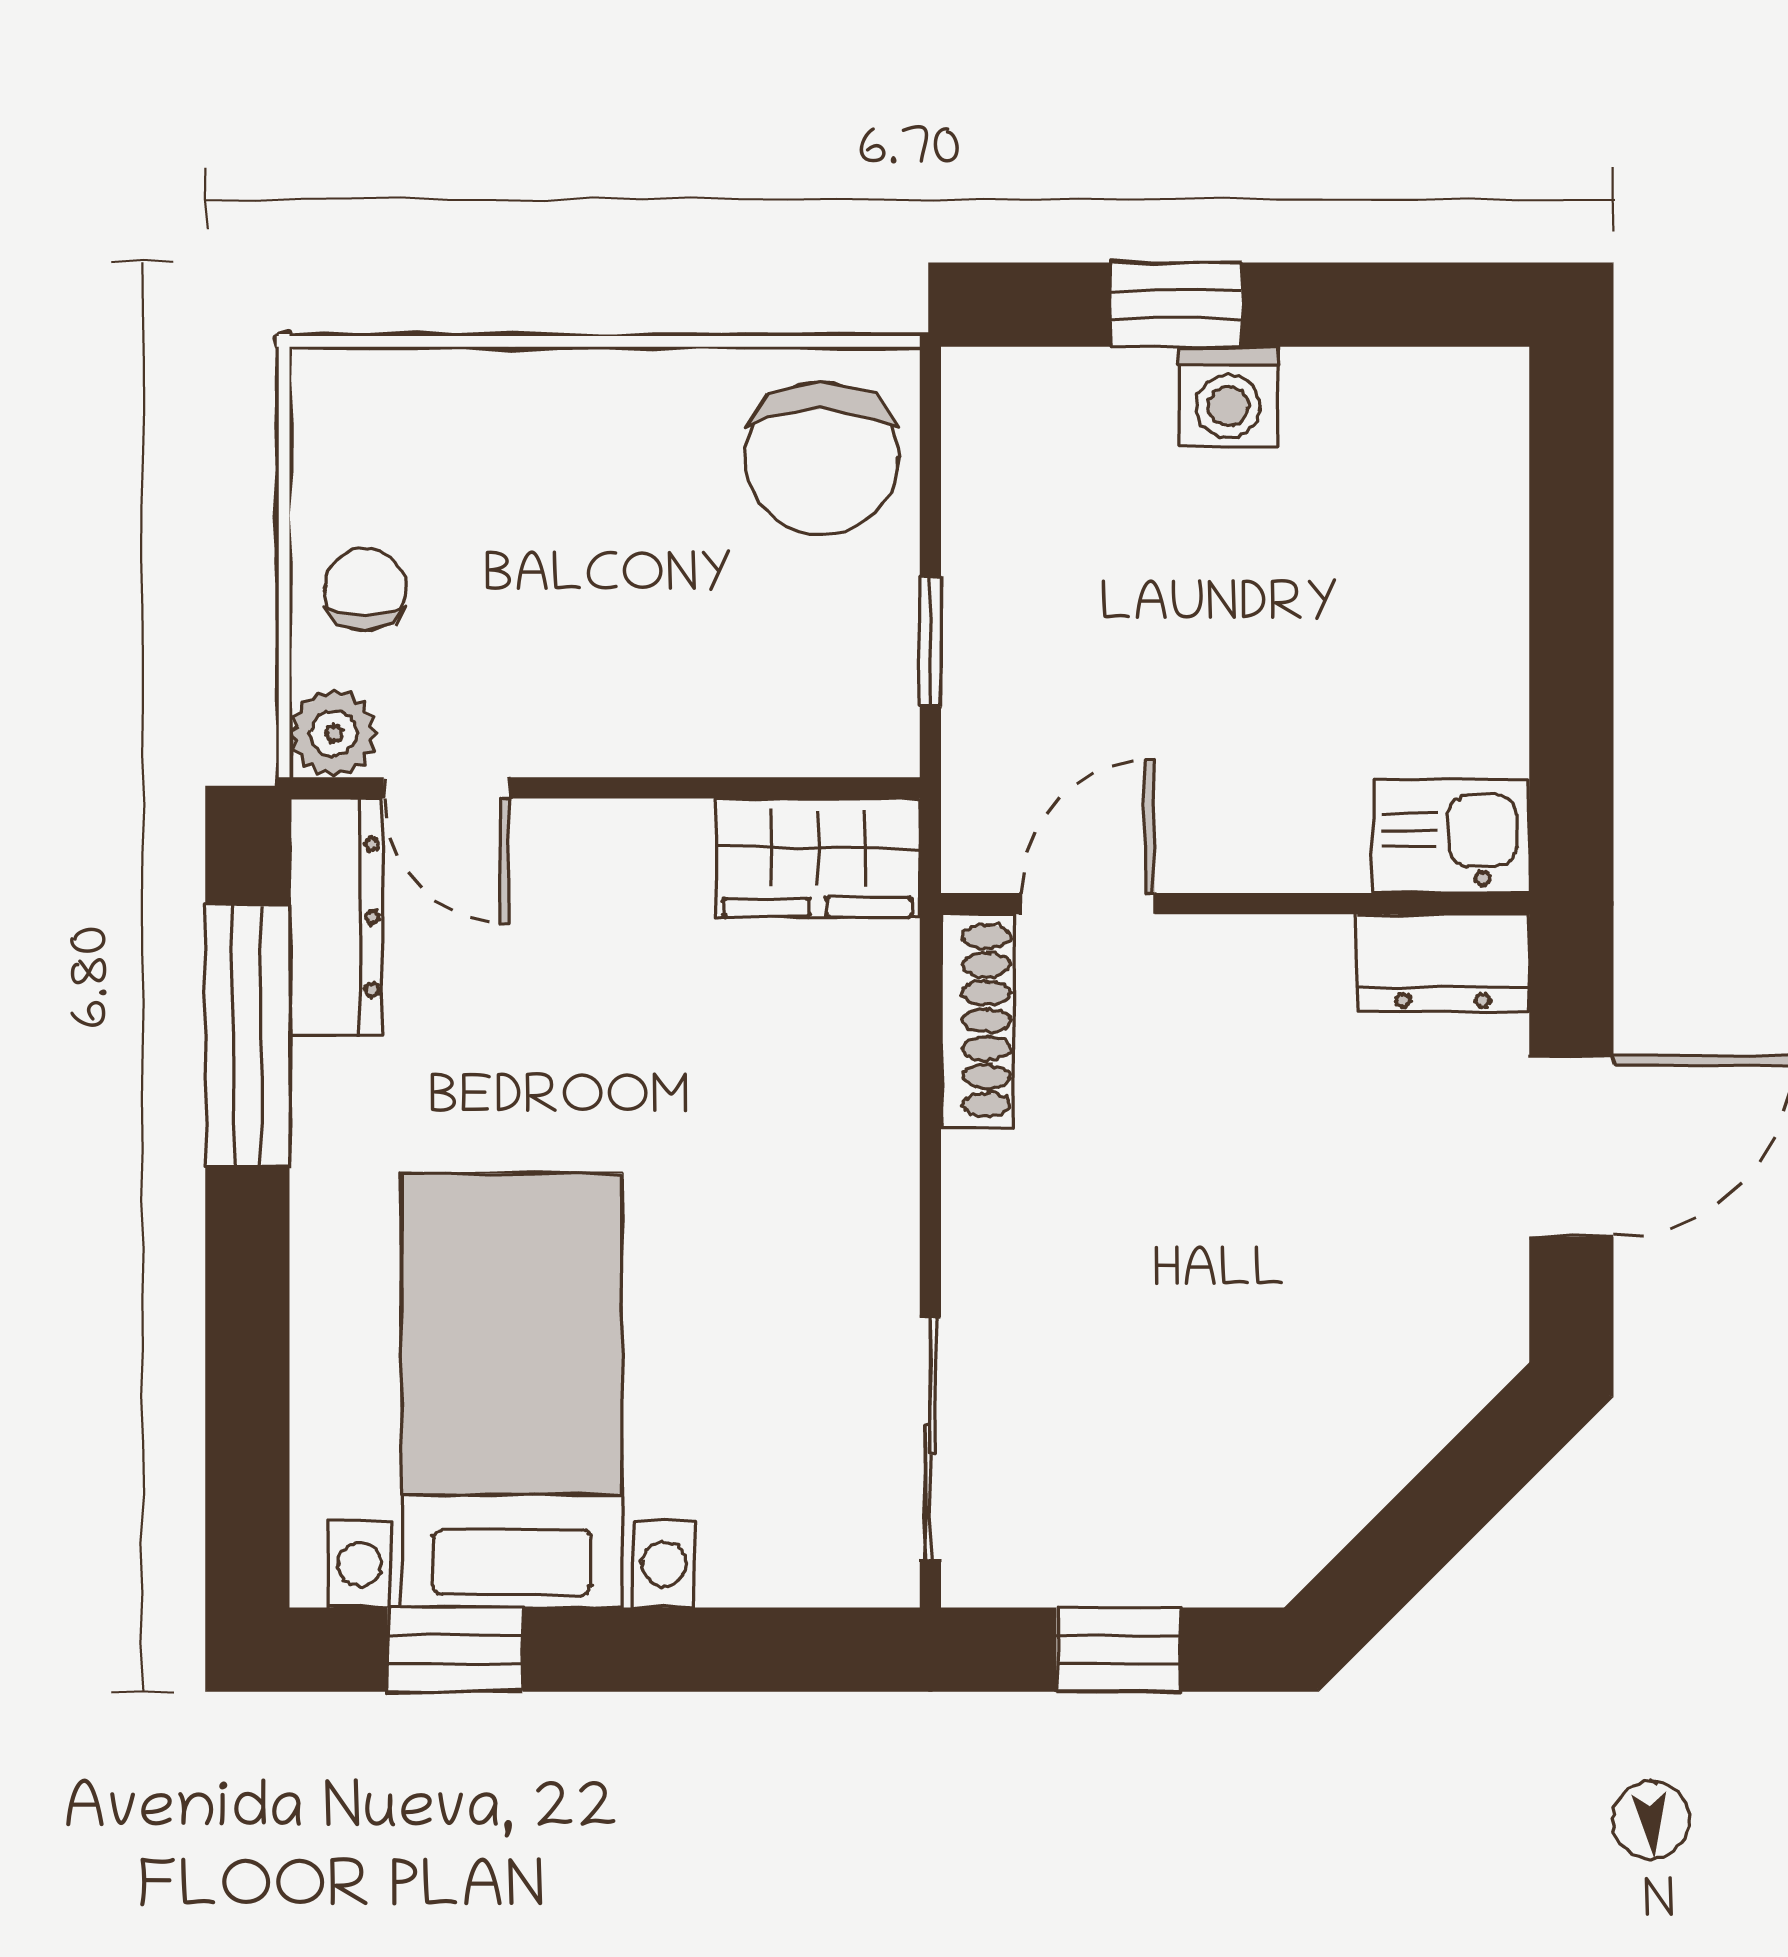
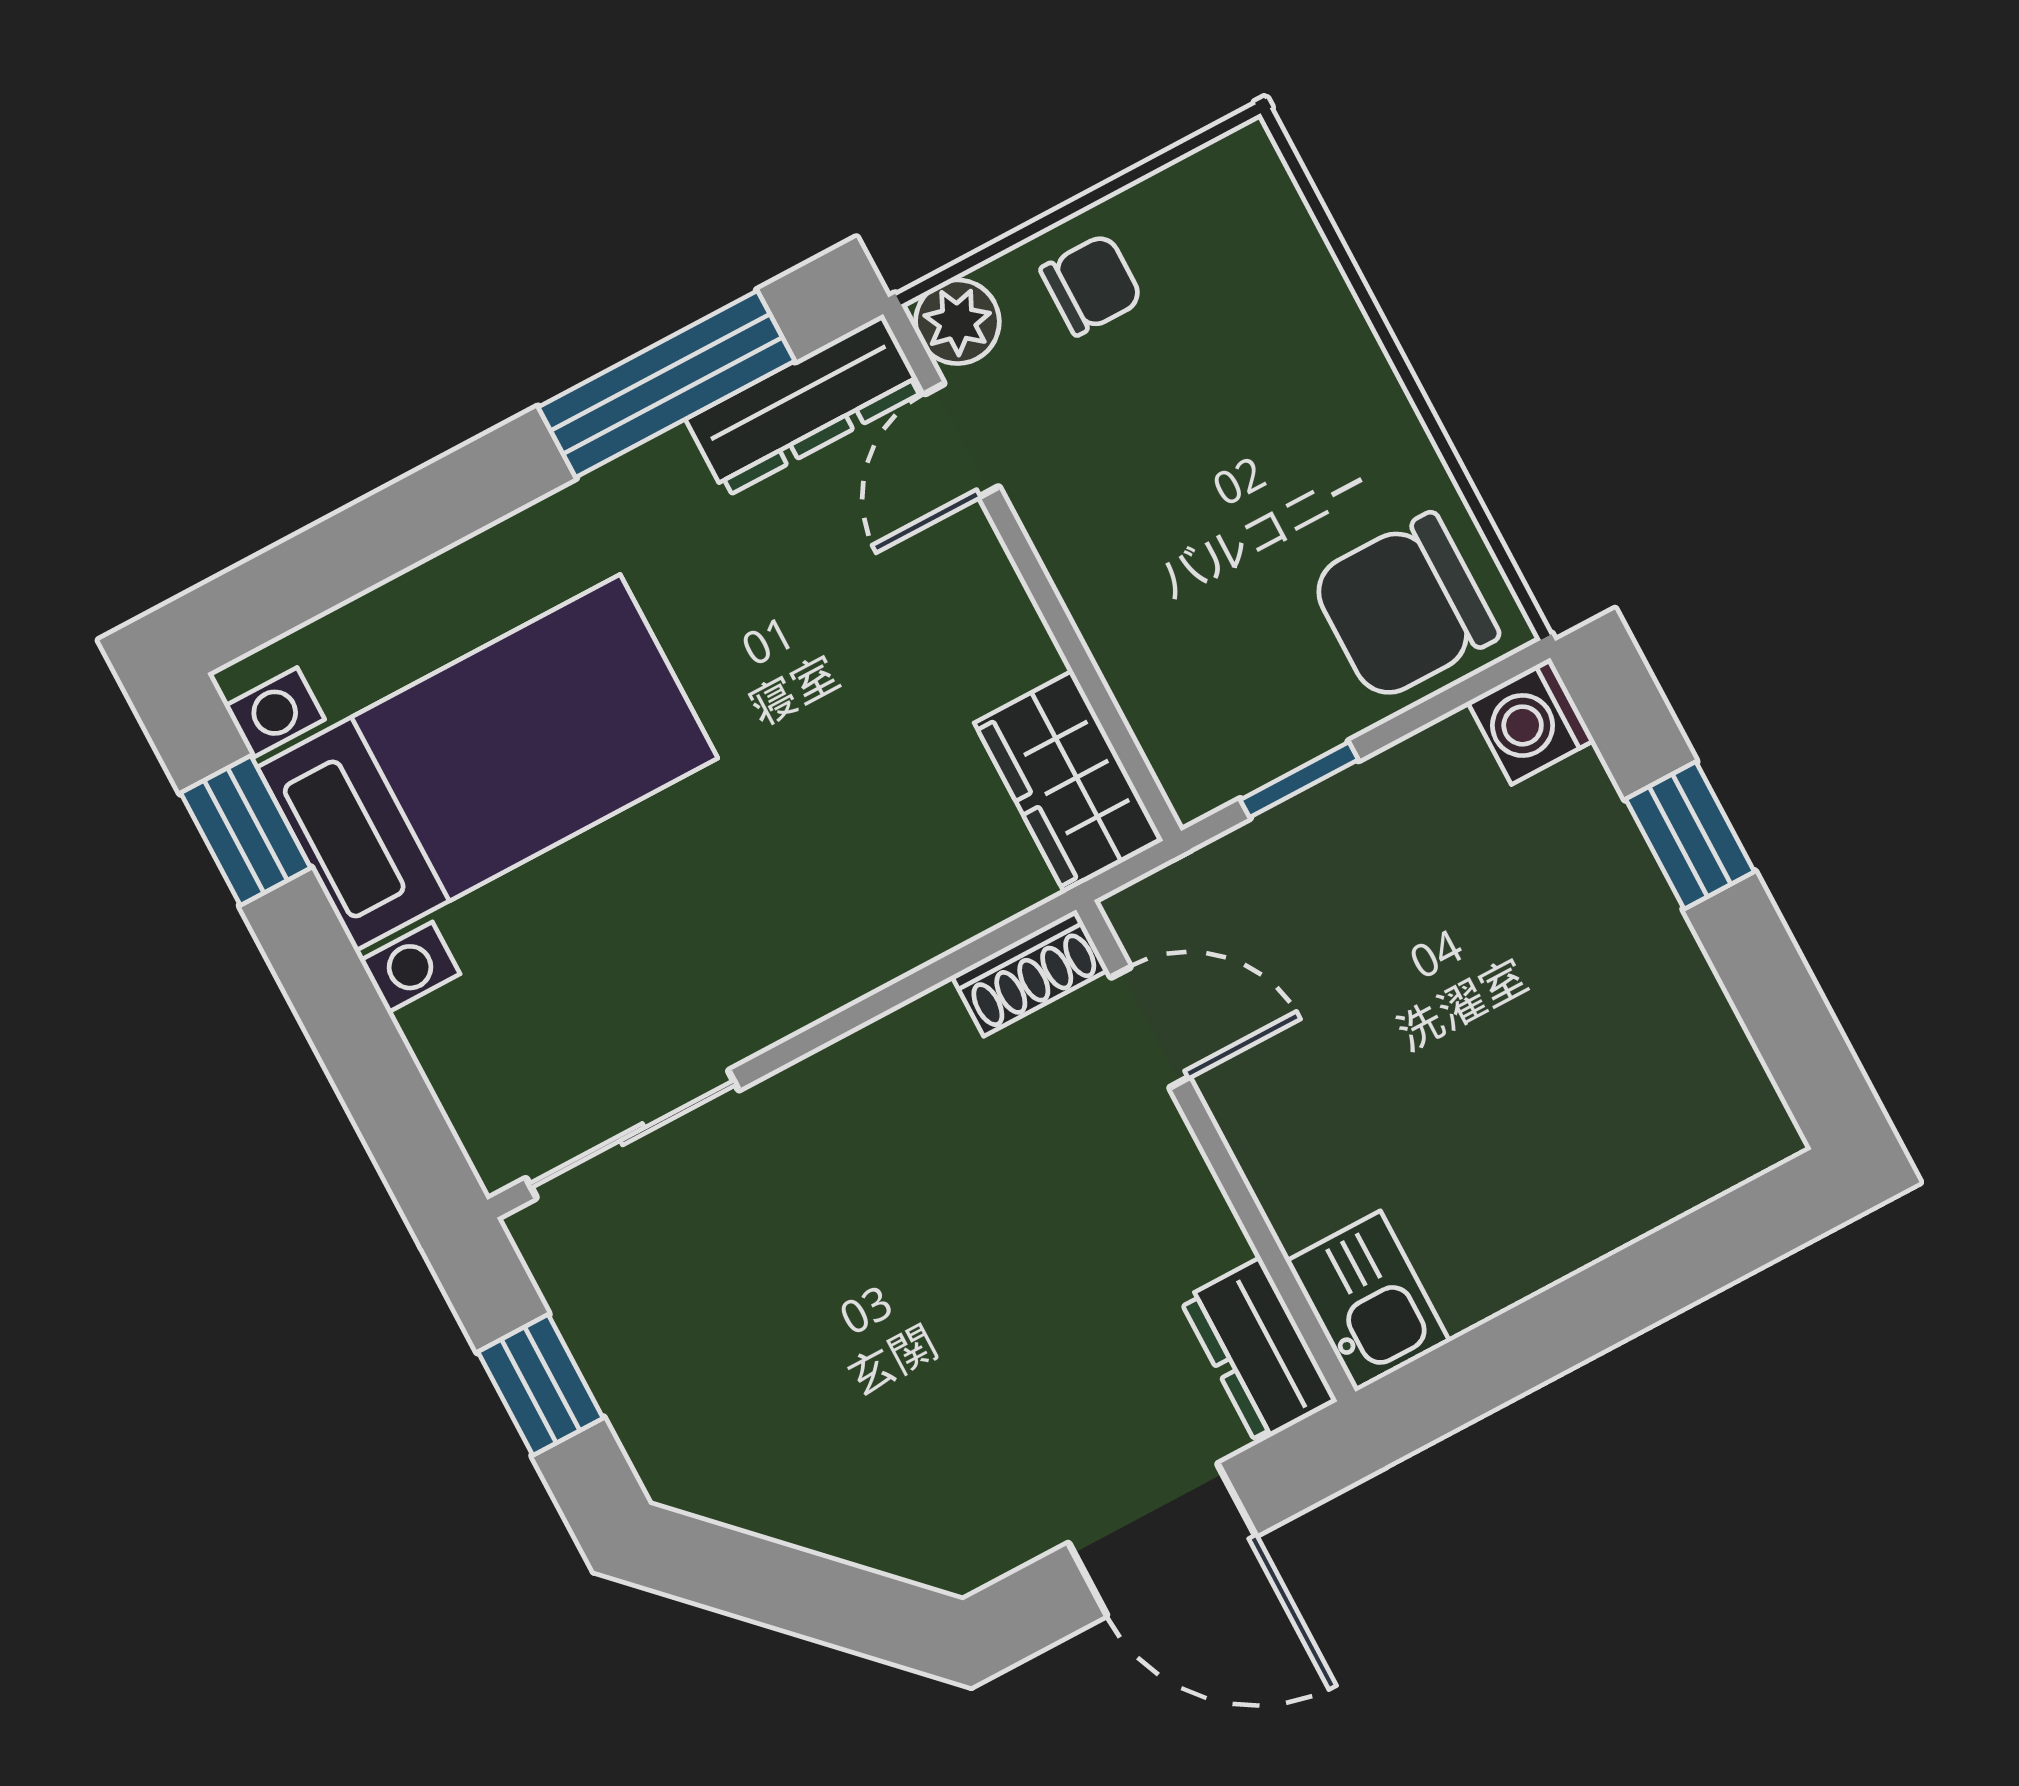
washing machine: (1228, 396) -> (1531, 721), moved
shoe rack: (977, 1021) -> (1030, 973), width x0.70

